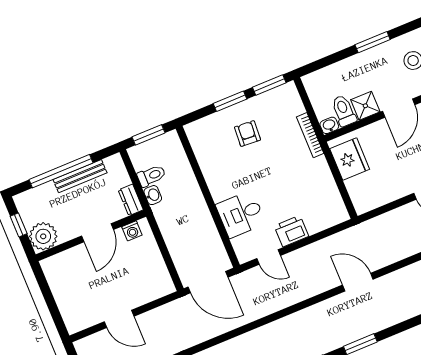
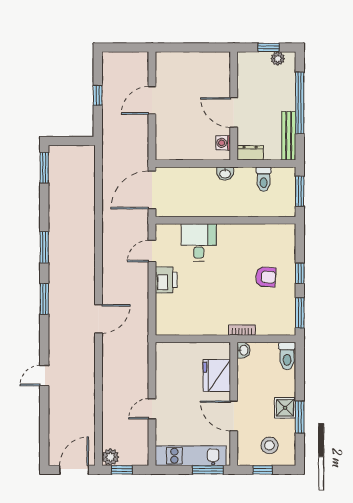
window: (230, 101) -> (300, 273), width x0.67
shower: (365, 106) -> (285, 408), moved
toilet: (344, 111) -> (287, 356), moved, turned 90
bookcase: (310, 135) -> (242, 330), width x0.64
fridge: (350, 159) -> (217, 375), moved, turned 90
bench: (80, 176) -> (289, 136), moved
washbasin: (153, 195) -> (225, 174), moved
plant: (43, 236) -> (278, 59), moved, width x0.53, depth x0.53

